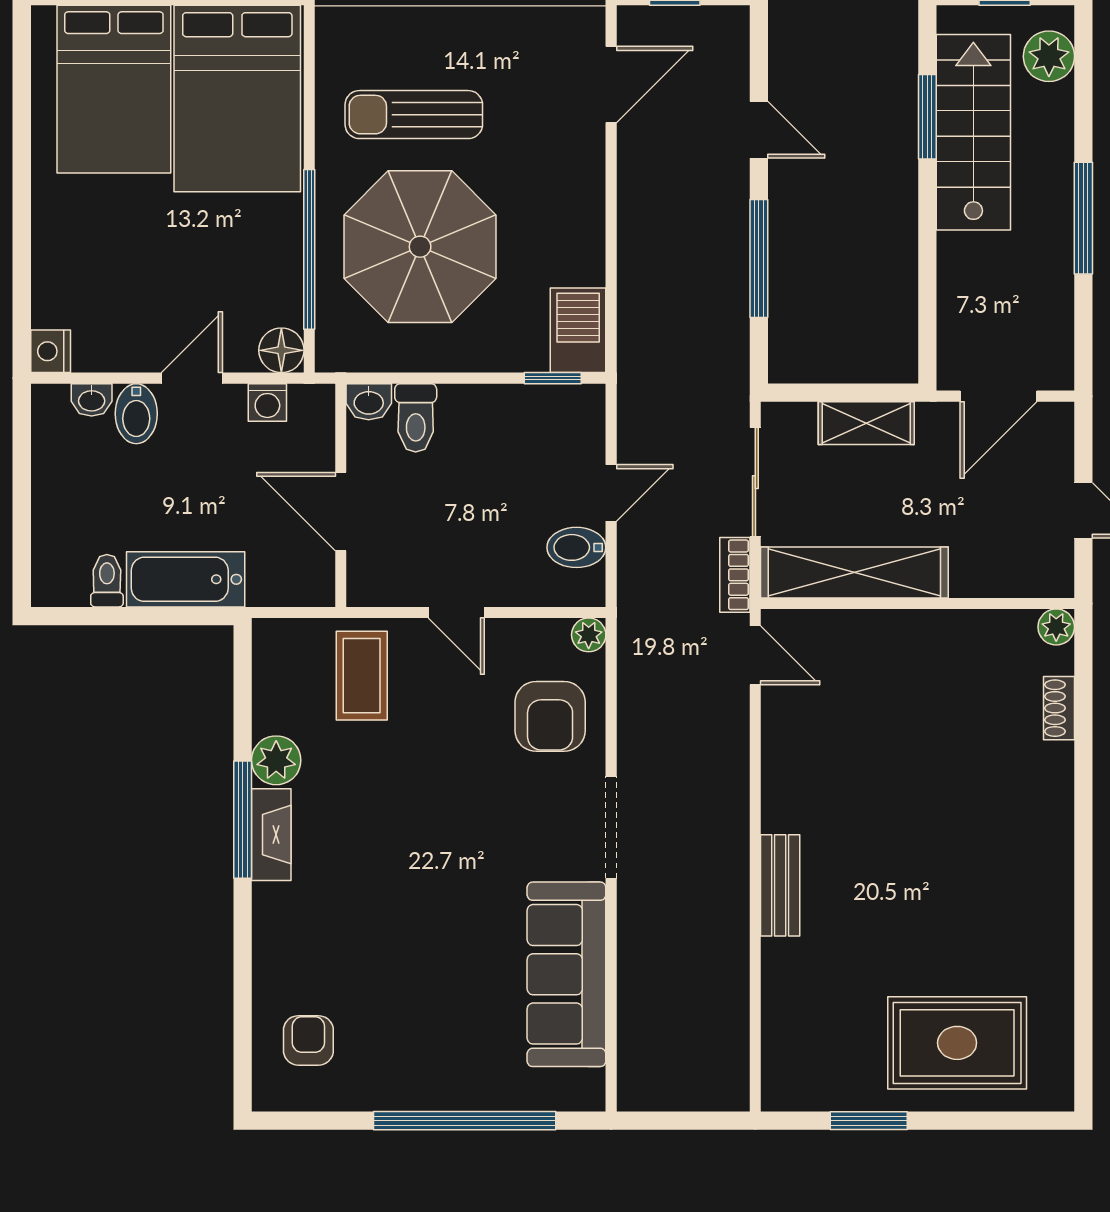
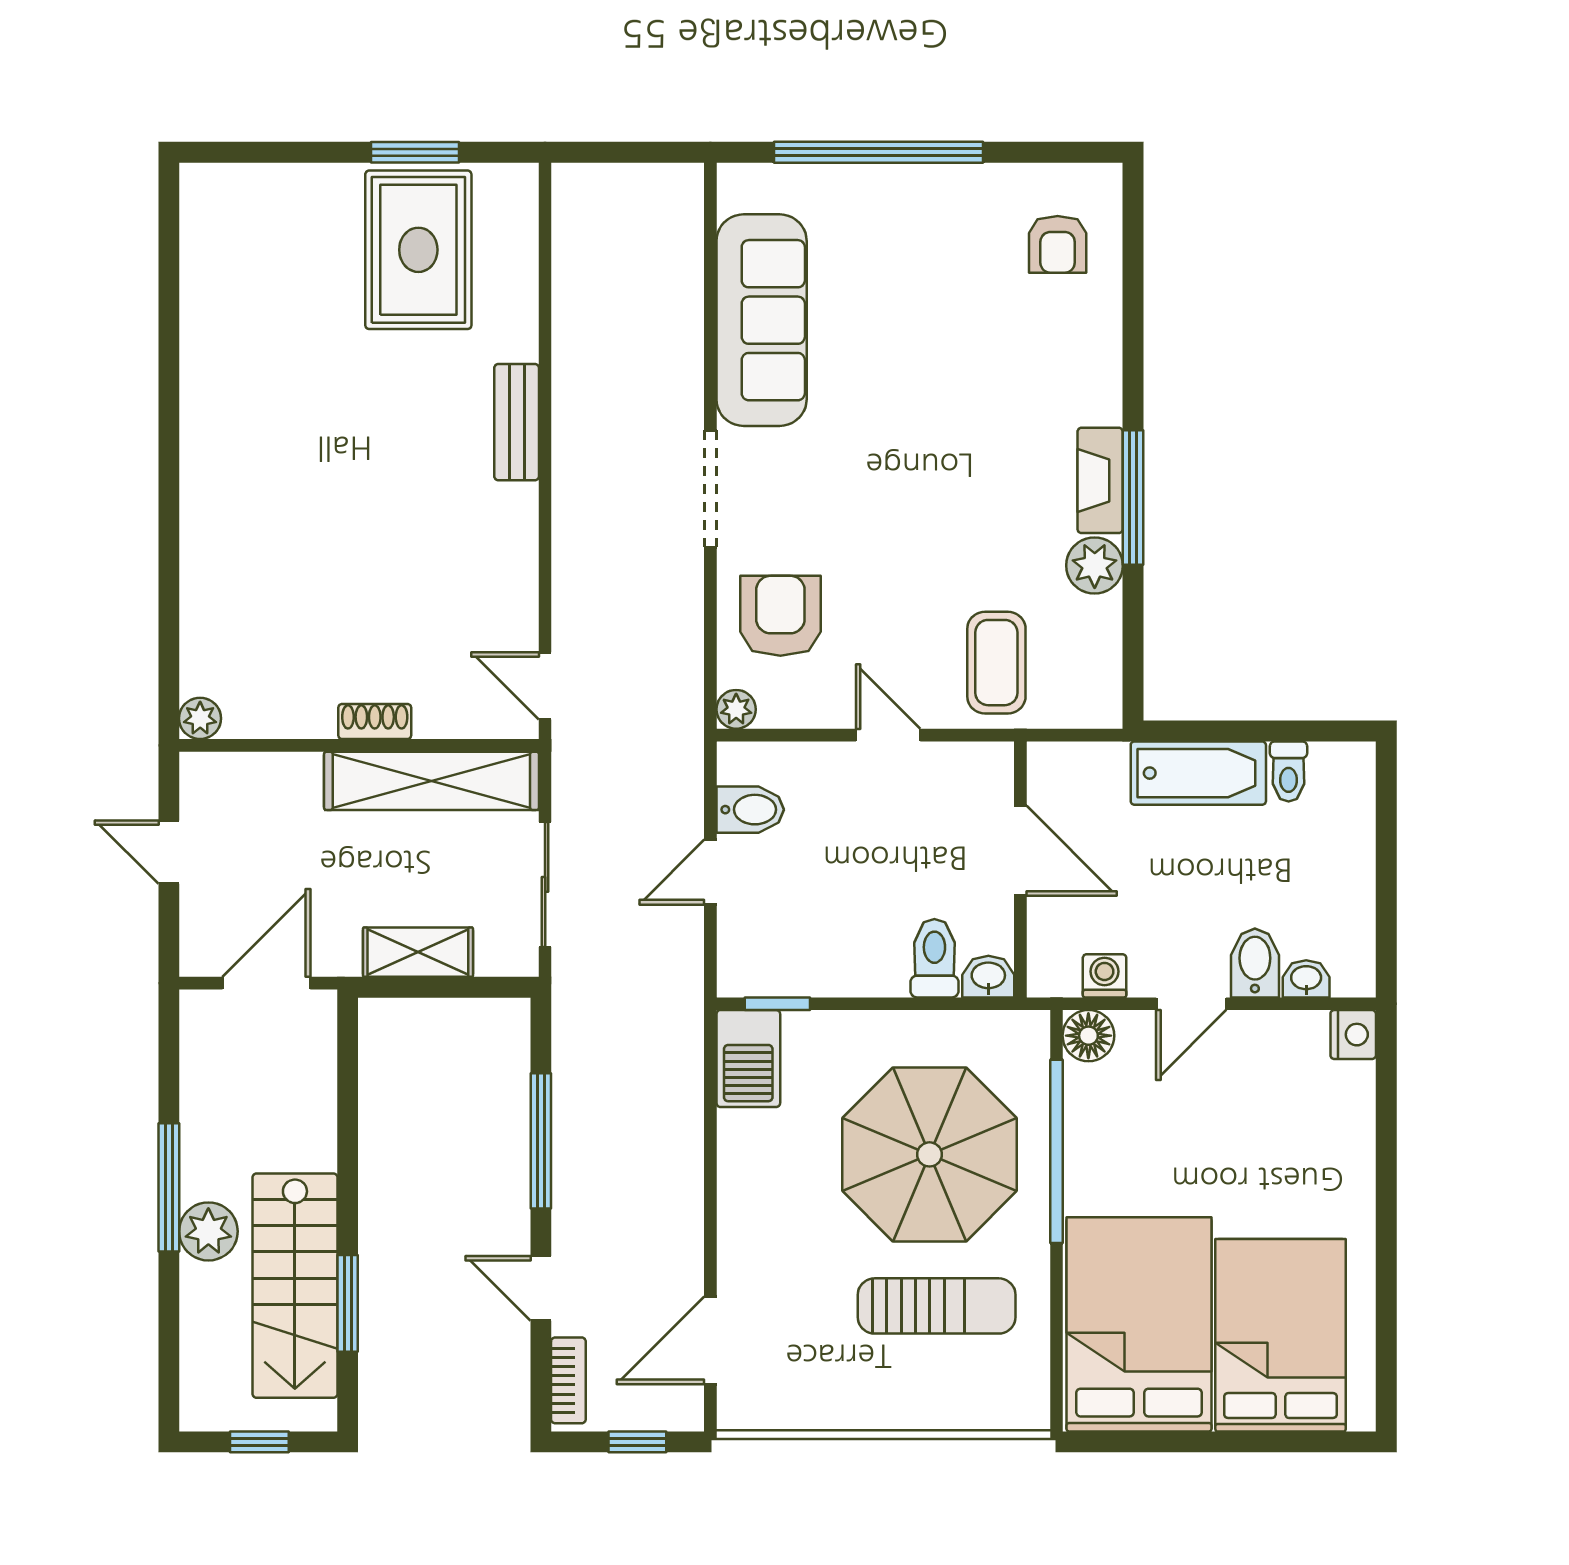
plant: (1049, 56) -> (208, 1231), moved
bookcase: (735, 575) -> (568, 1380), moved
shoe rack: (1059, 708) -> (375, 722), moved, turned -90
rug: (957, 1043) -> (418, 250), moved, turned 90

